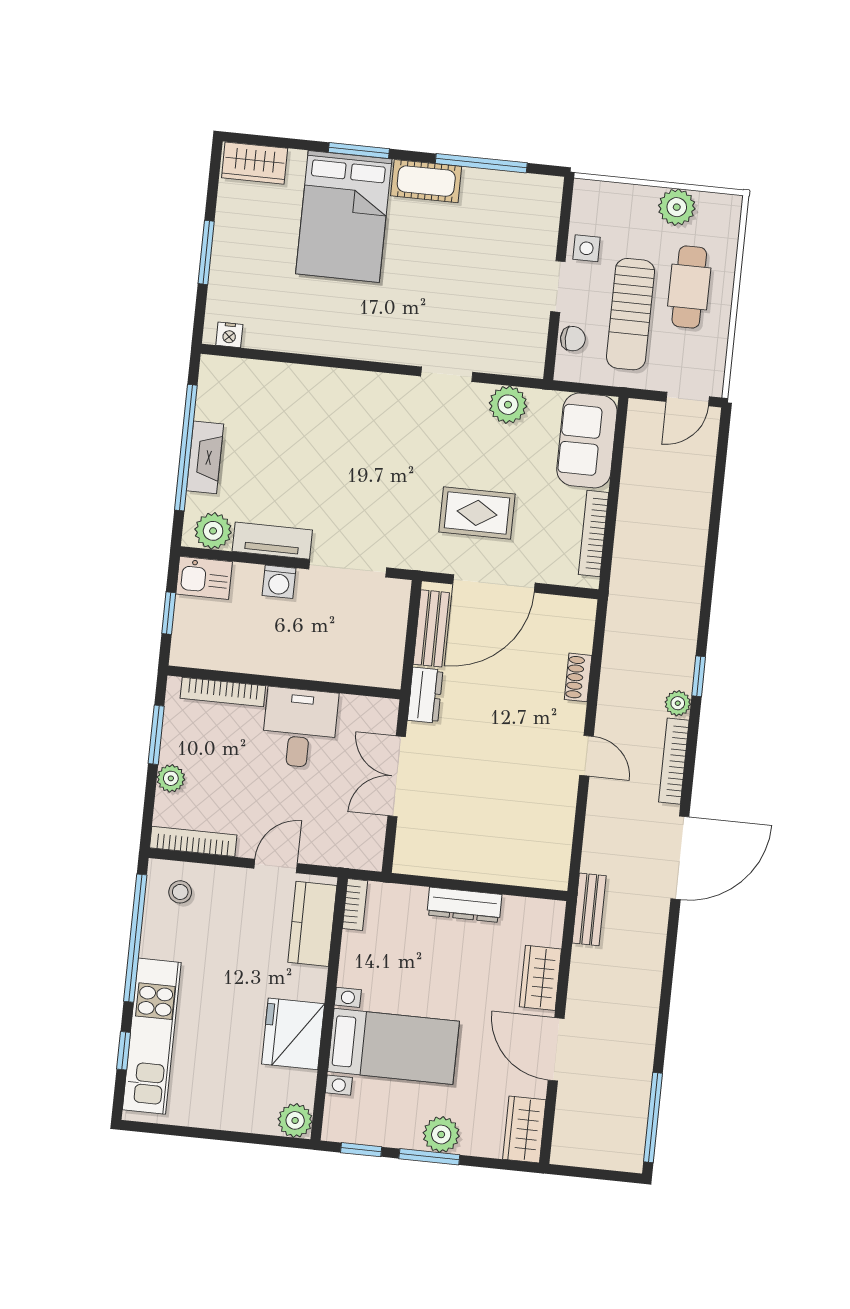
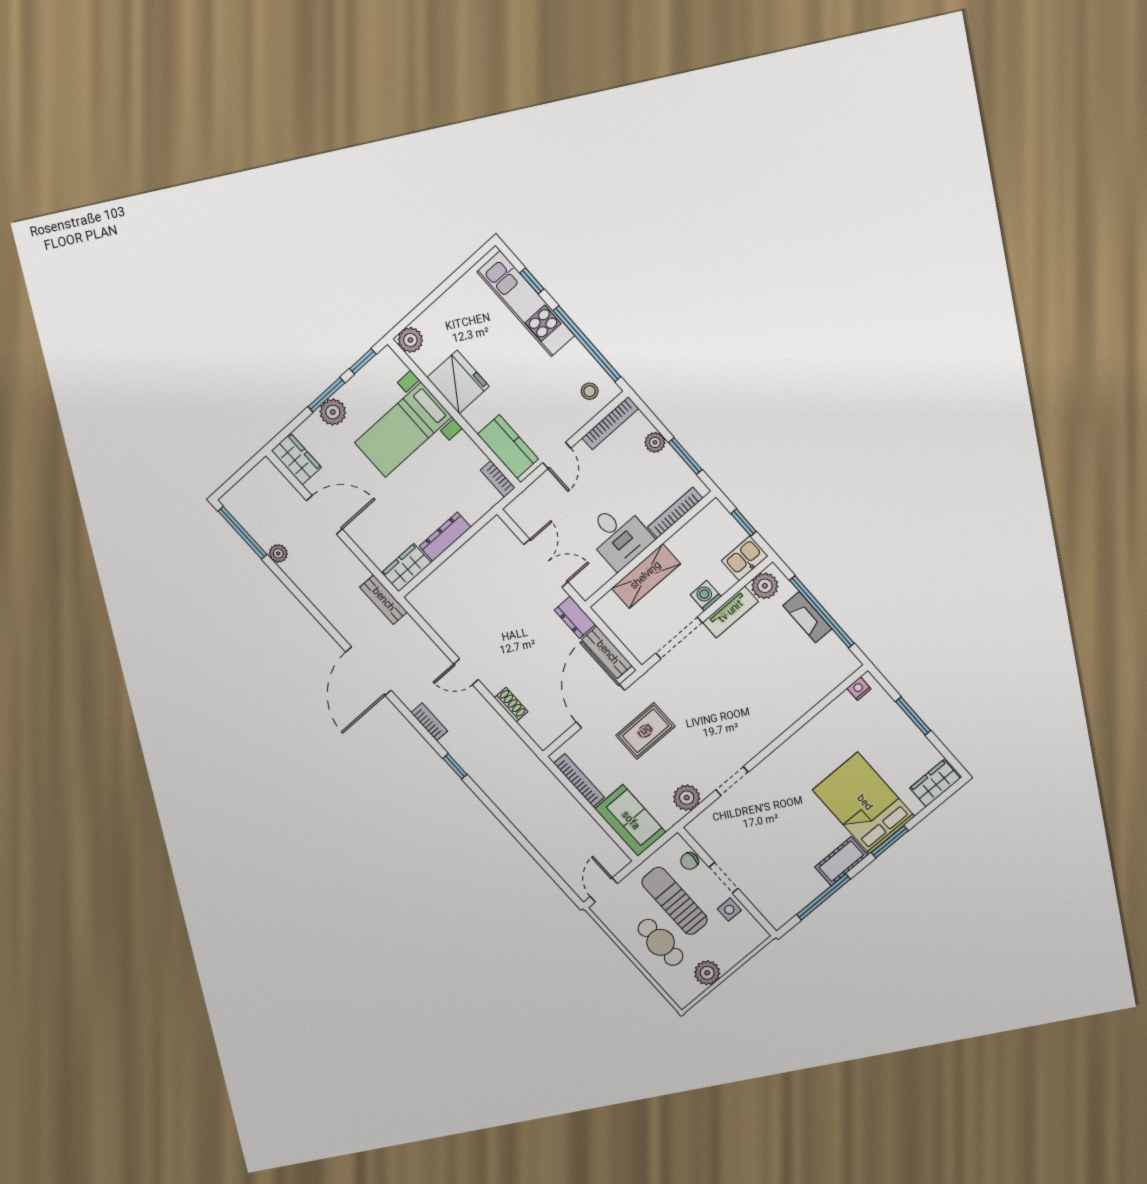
shelving: (315, 662) -> (646, 576), added
plant: (678, 703) -> (278, 553), moved
bookcase: (674, 761) -> (429, 722), width x0.64
wardrobe: (540, 978) -> (406, 568), moved, turned -90

